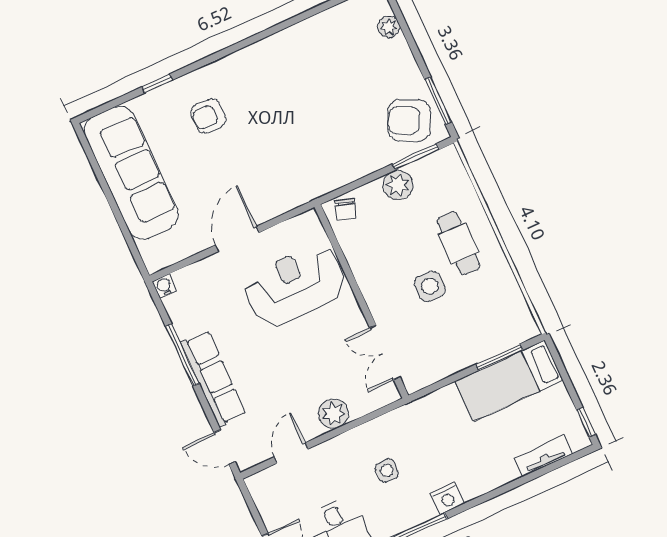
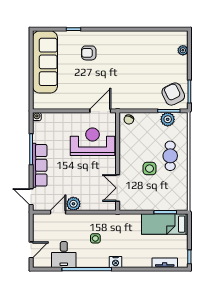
armchair: (409, 120) -> (173, 94), turned 38
plant: (398, 185) -> (168, 119), moved
door: (237, 239) -> (100, 111), moved
plant: (333, 414) -> (73, 204), moved

